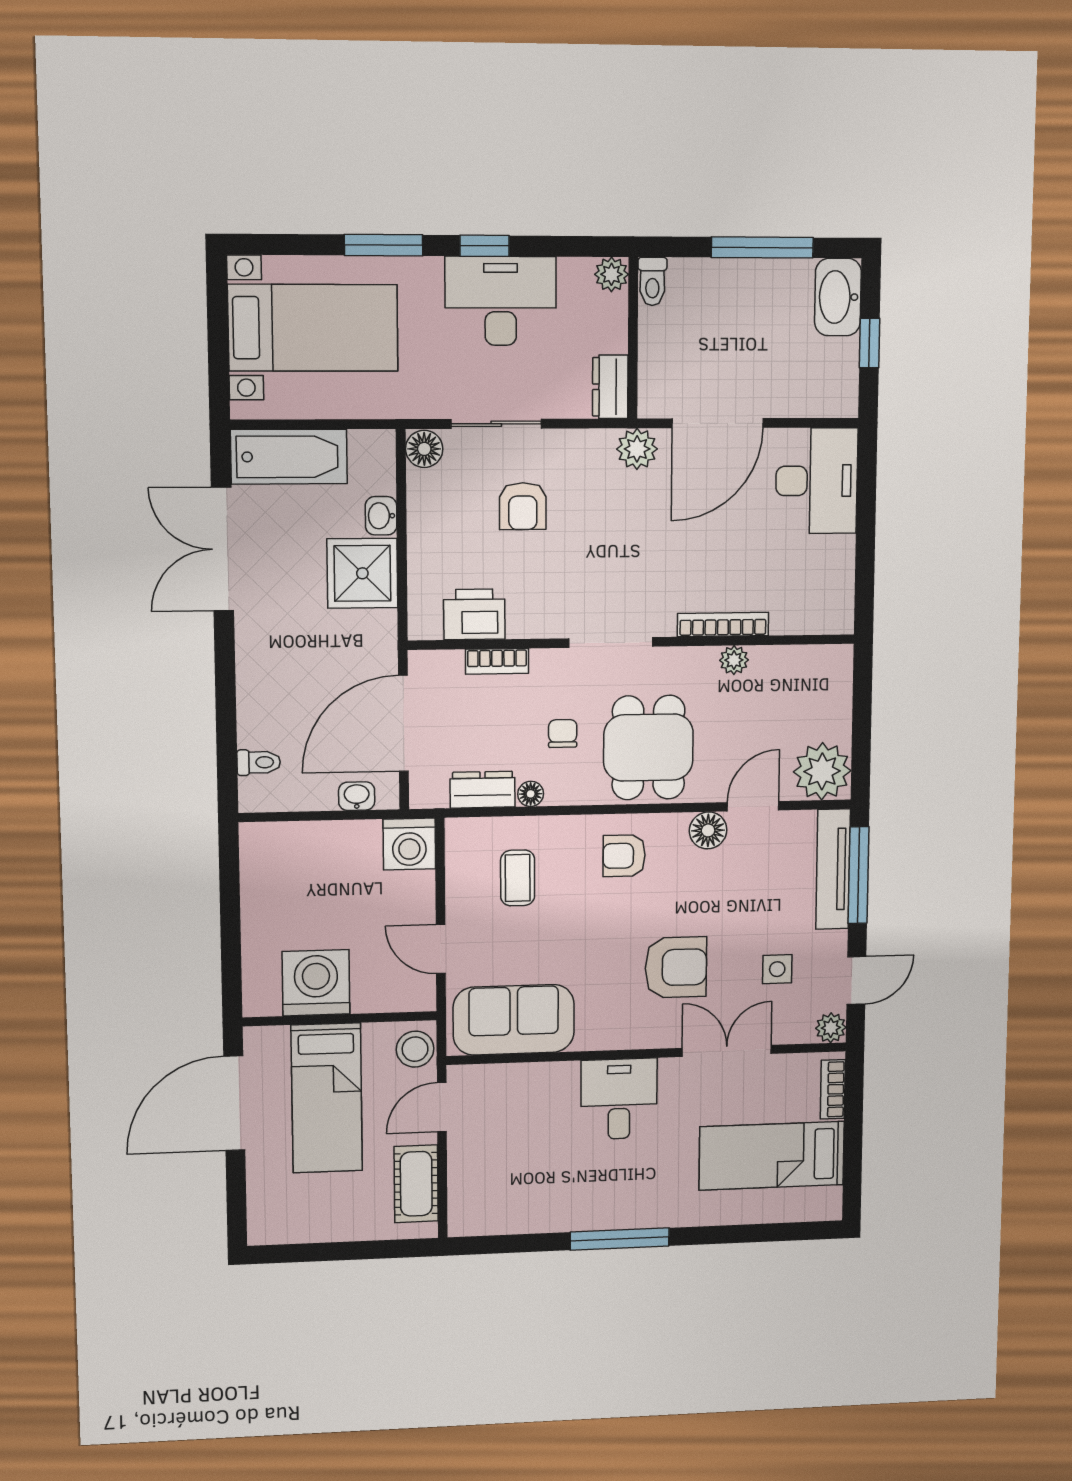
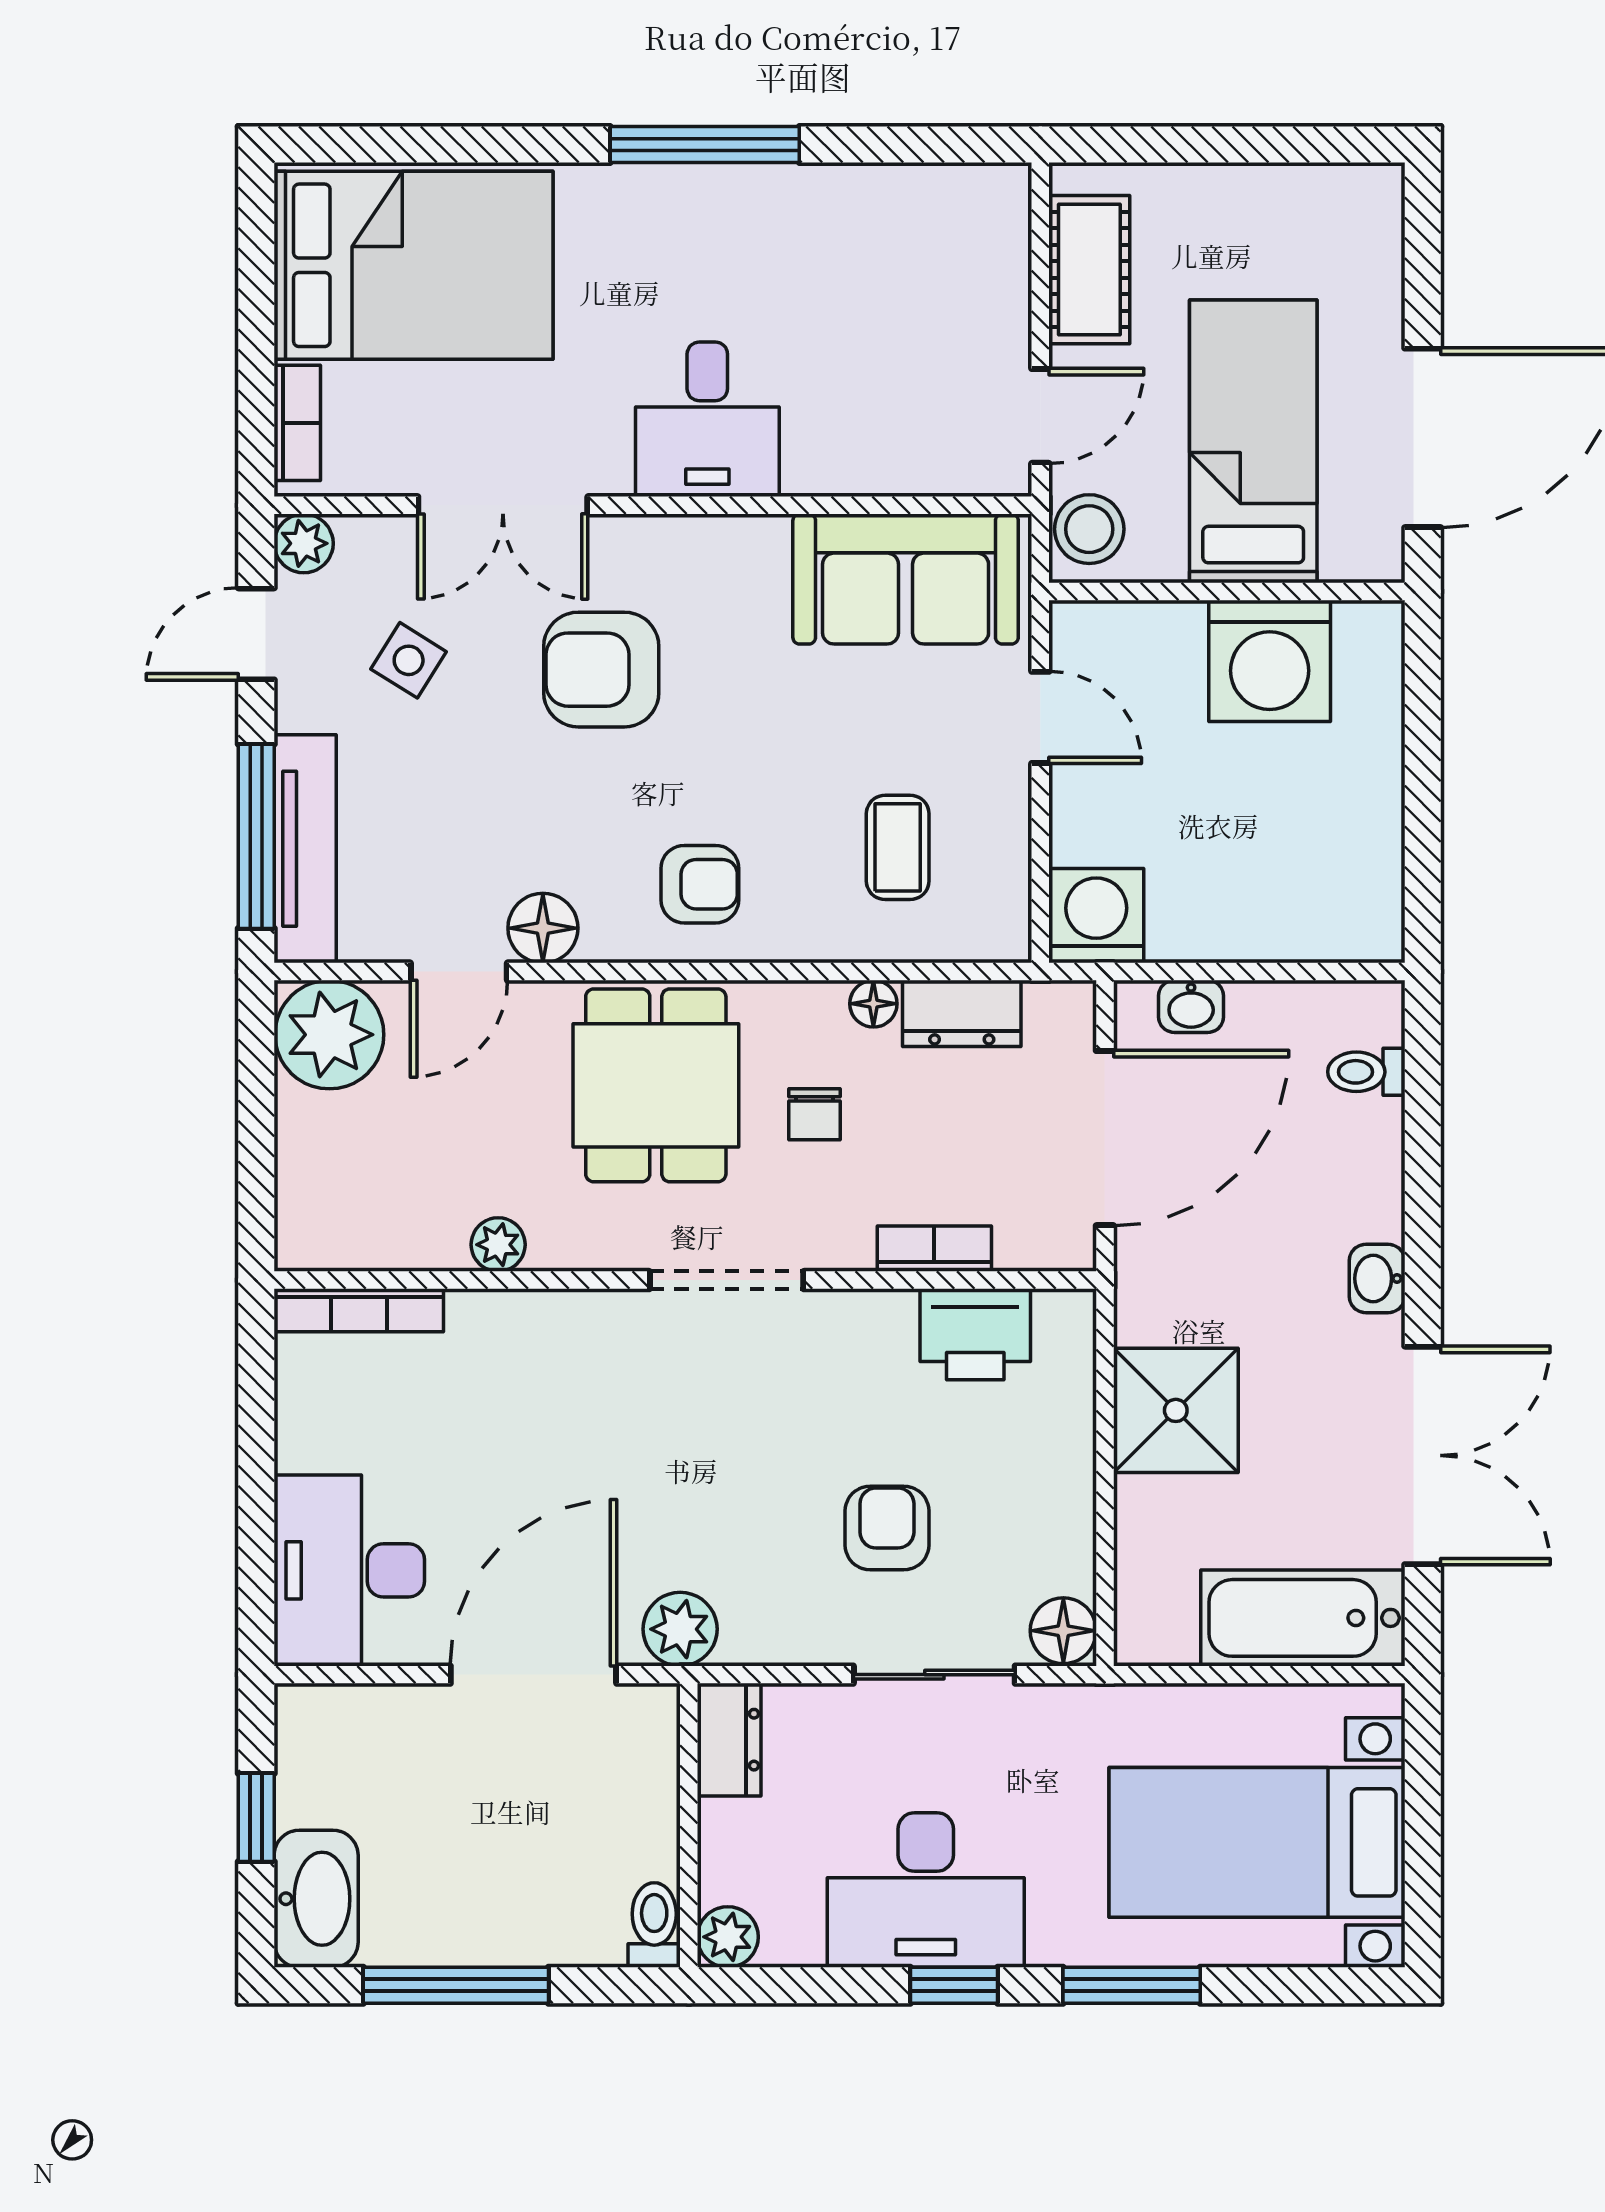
washbasin: (381, 516) -> (1377, 1278), moved, turned 180
bookcase: (723, 624) -> (359, 1310), moved
side table: (777, 969) -> (409, 660), turned 32
bed: (772, 1156) -> (414, 265), width x1.50

